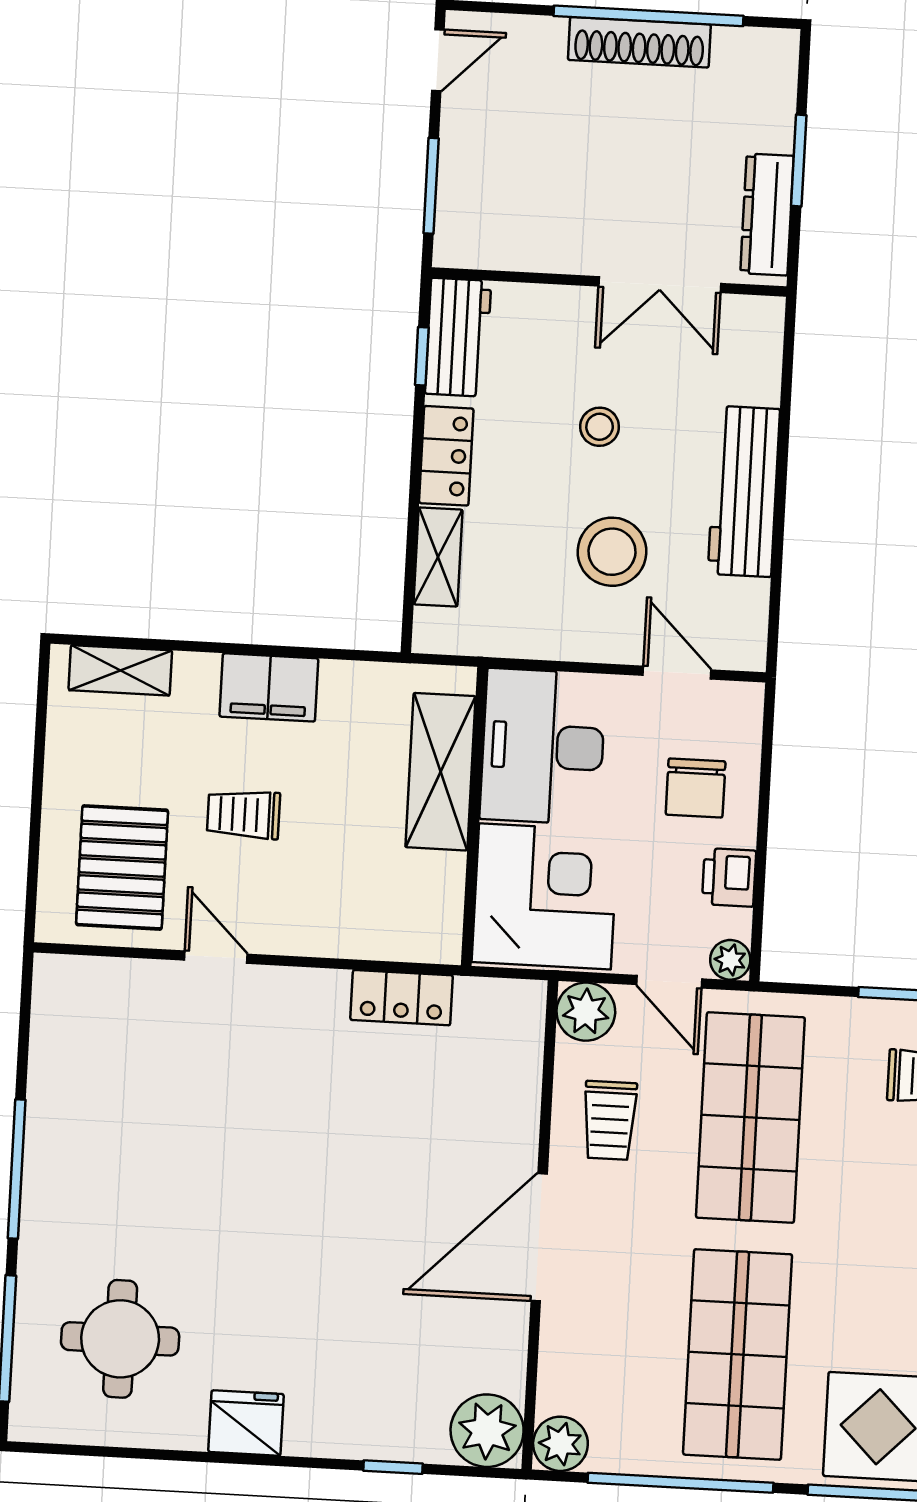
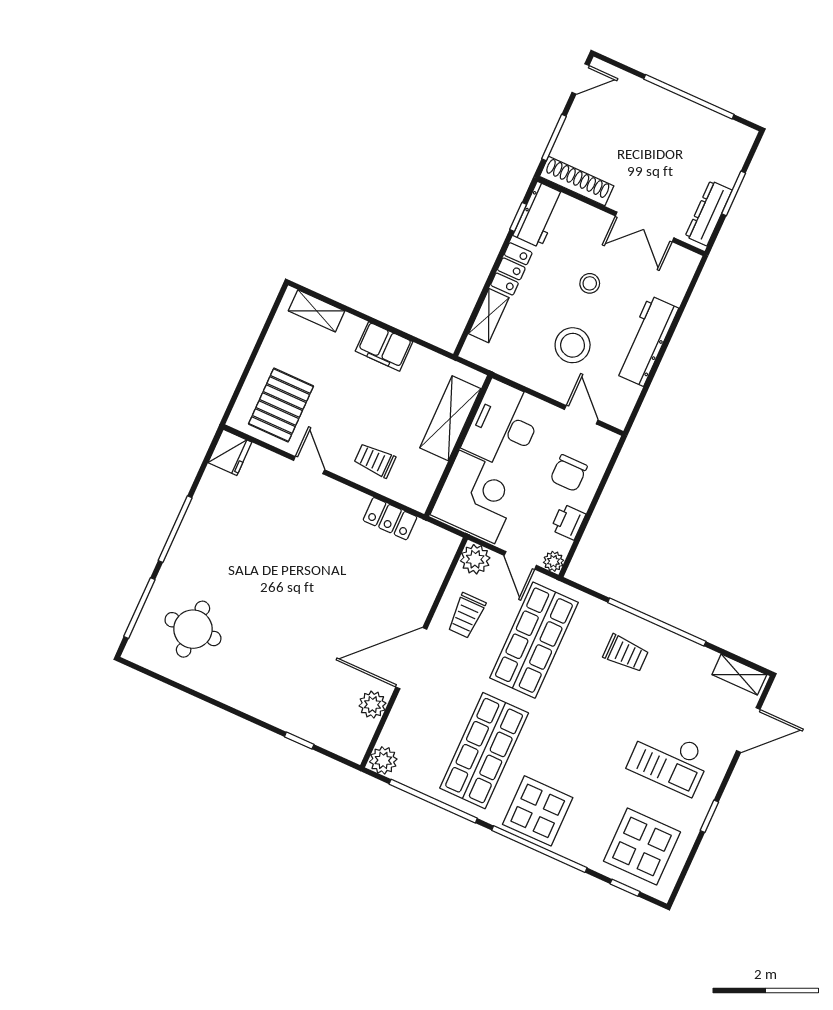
shoe rack: (639, 42) -> (577, 181), moved, turned 180
trolley: (243, 814) -> (375, 460), moved
fridge: (246, 1423) -> (230, 452), moved, turned 90
plant: (487, 1431) -> (372, 705), moved, width x0.73, depth x0.73

